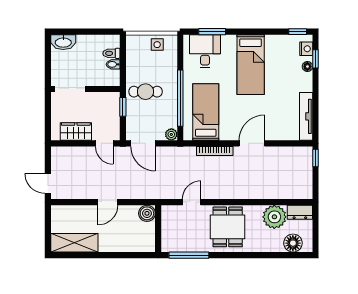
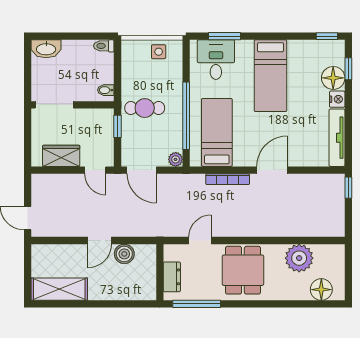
nightstand: (306, 49) -> (337, 99), moved
toilet: (111, 53) -> (104, 46), moved
bidet: (113, 64) -> (106, 90), moved
floor lamp: (307, 66) -> (333, 78), width x1.89, depth x1.89
dresser: (300, 212) -> (172, 277), moved, turned -90
boiler: (147, 213) -> (124, 254), moved

